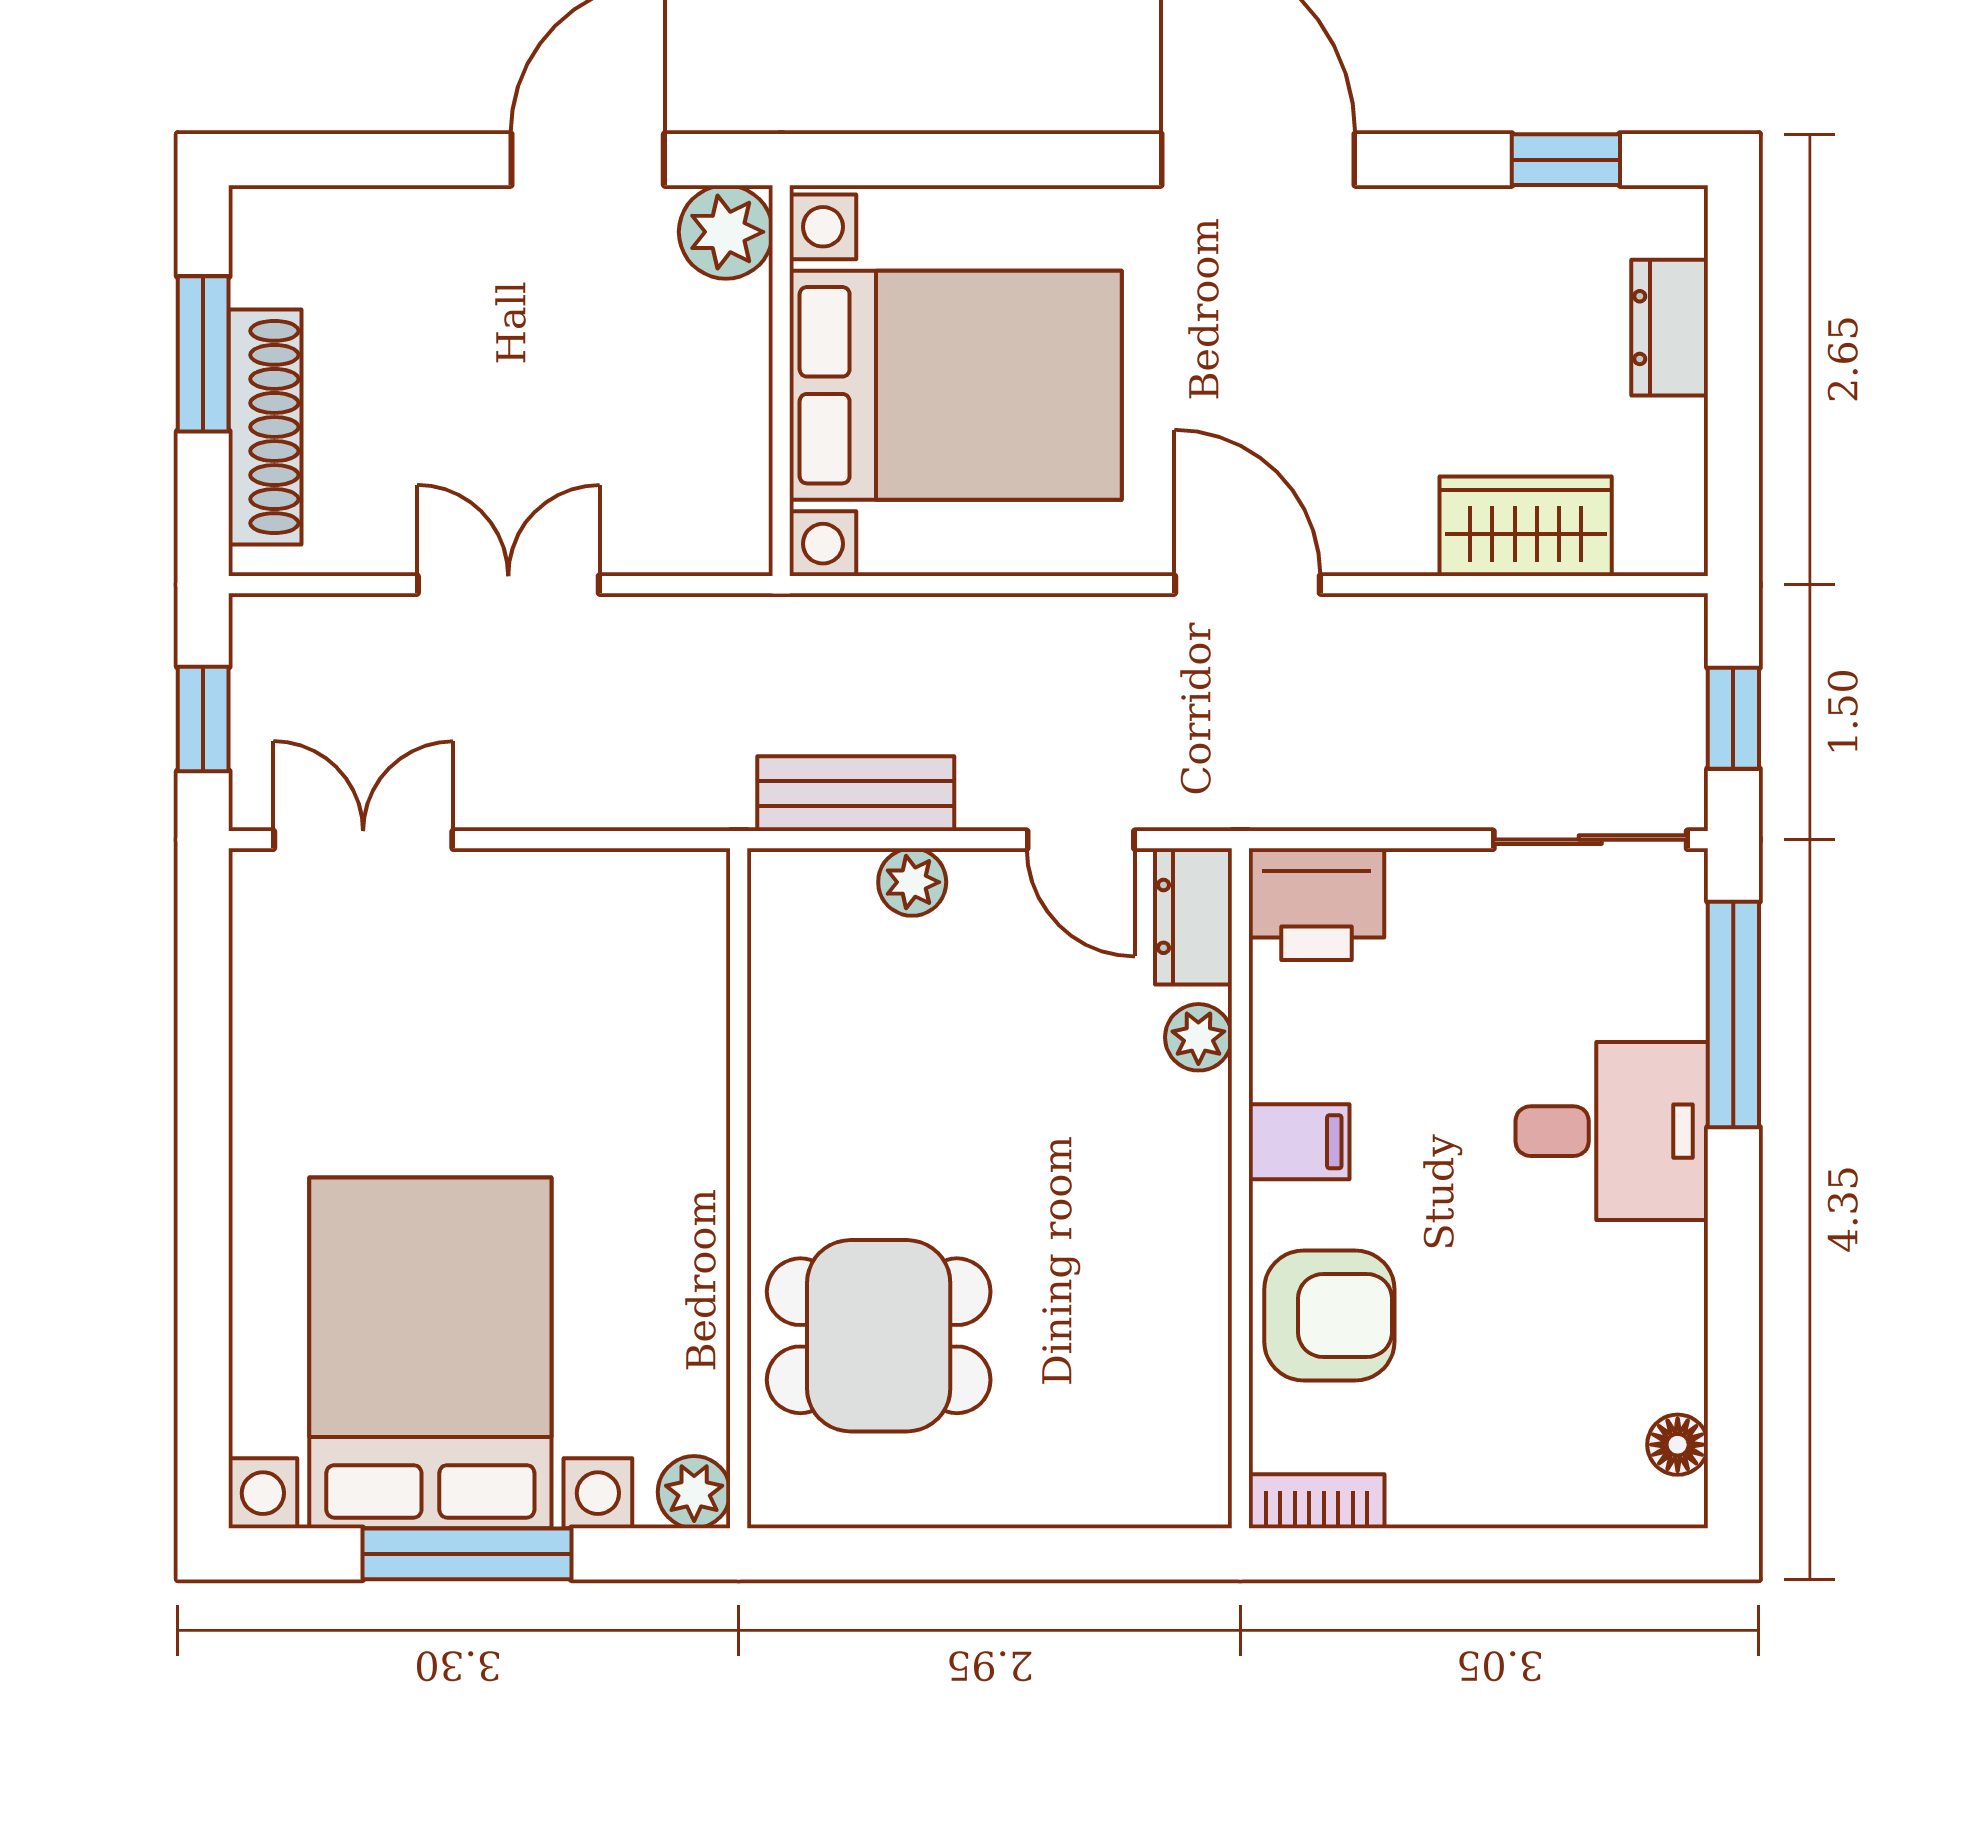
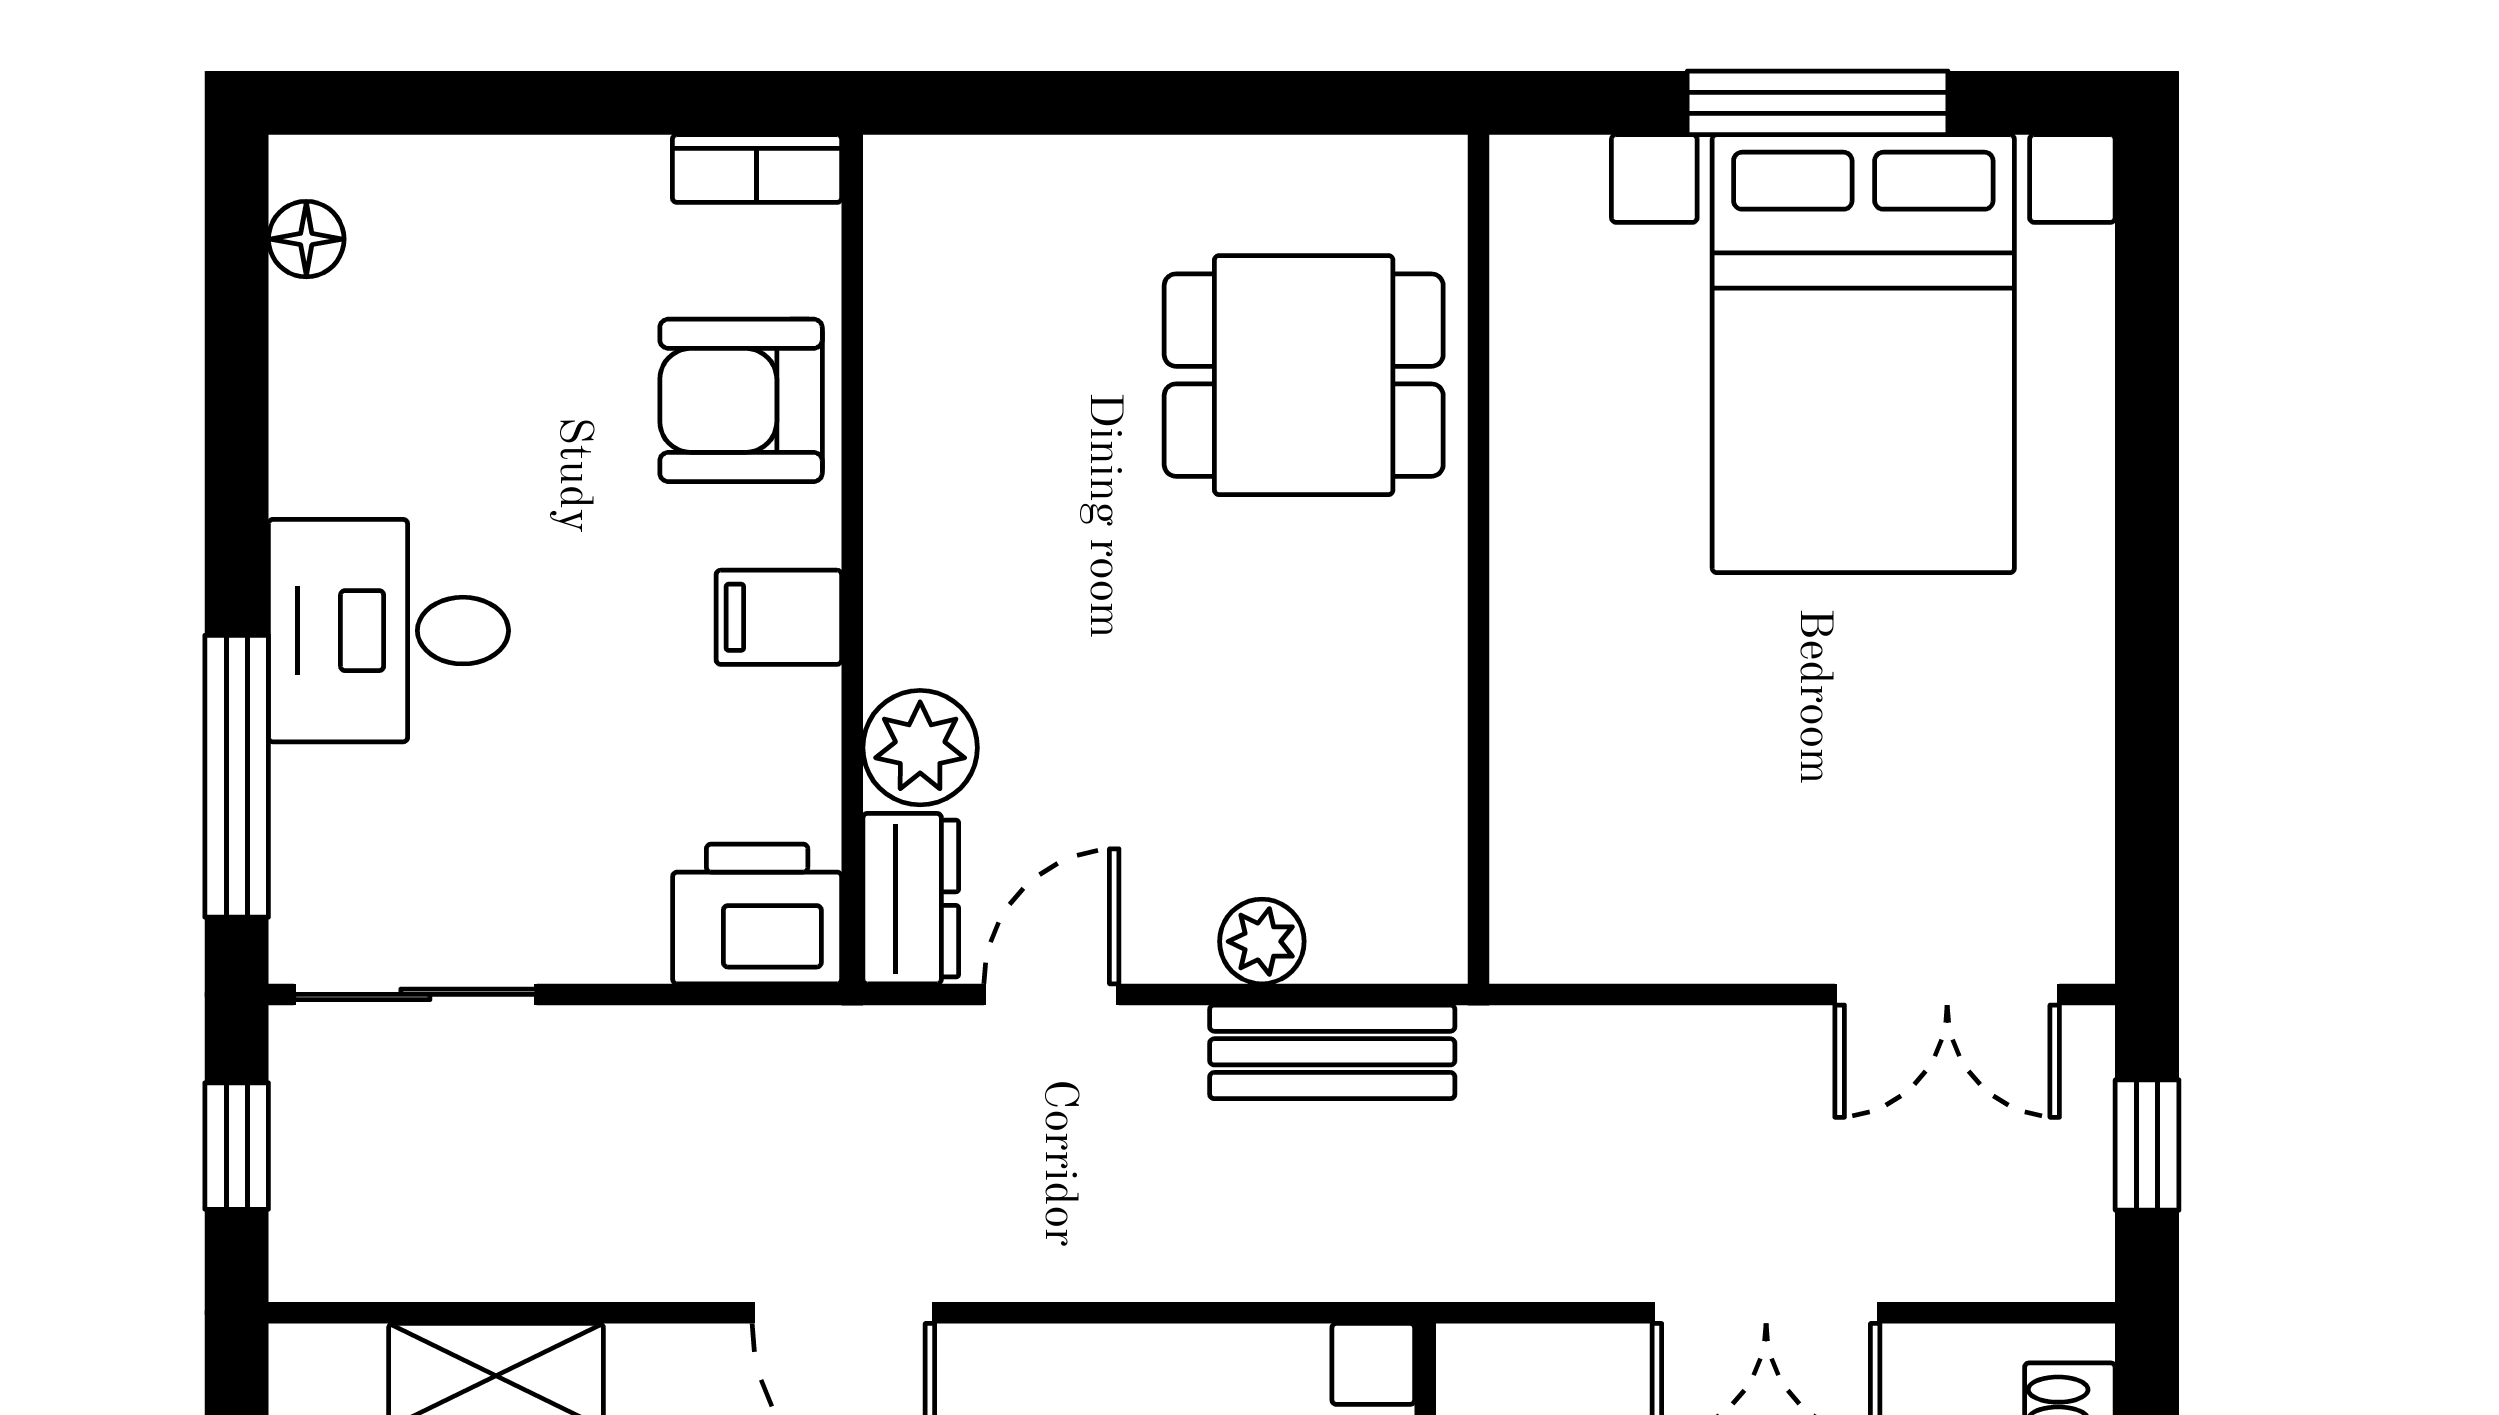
door: (1081, 840) -> (1051, 994), hinge flipped
plant: (1198, 1037) -> (920, 748), width x1.38, depth x1.38
plant: (694, 1492) -> (1534, 180), removed

